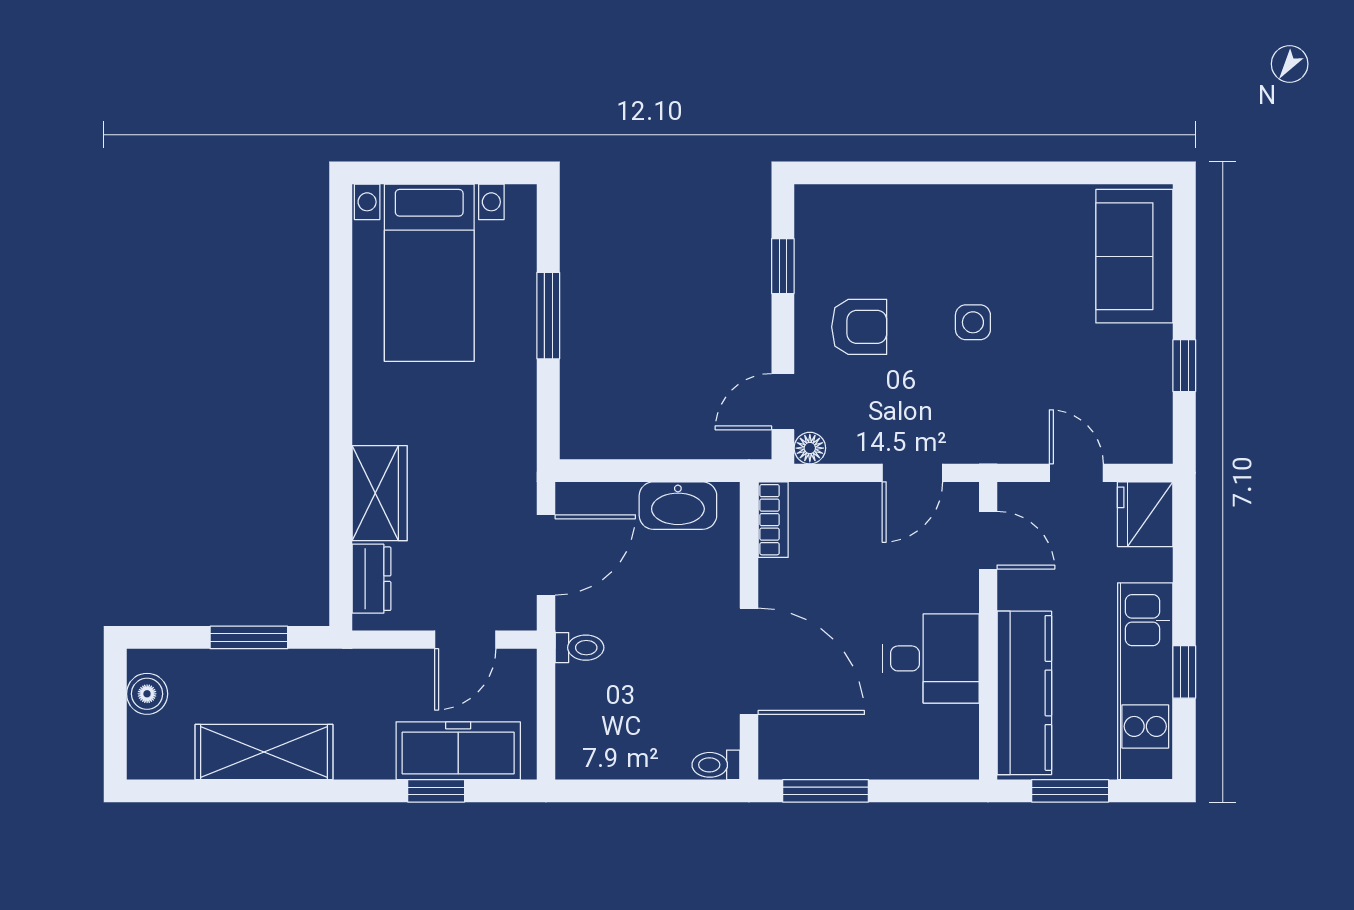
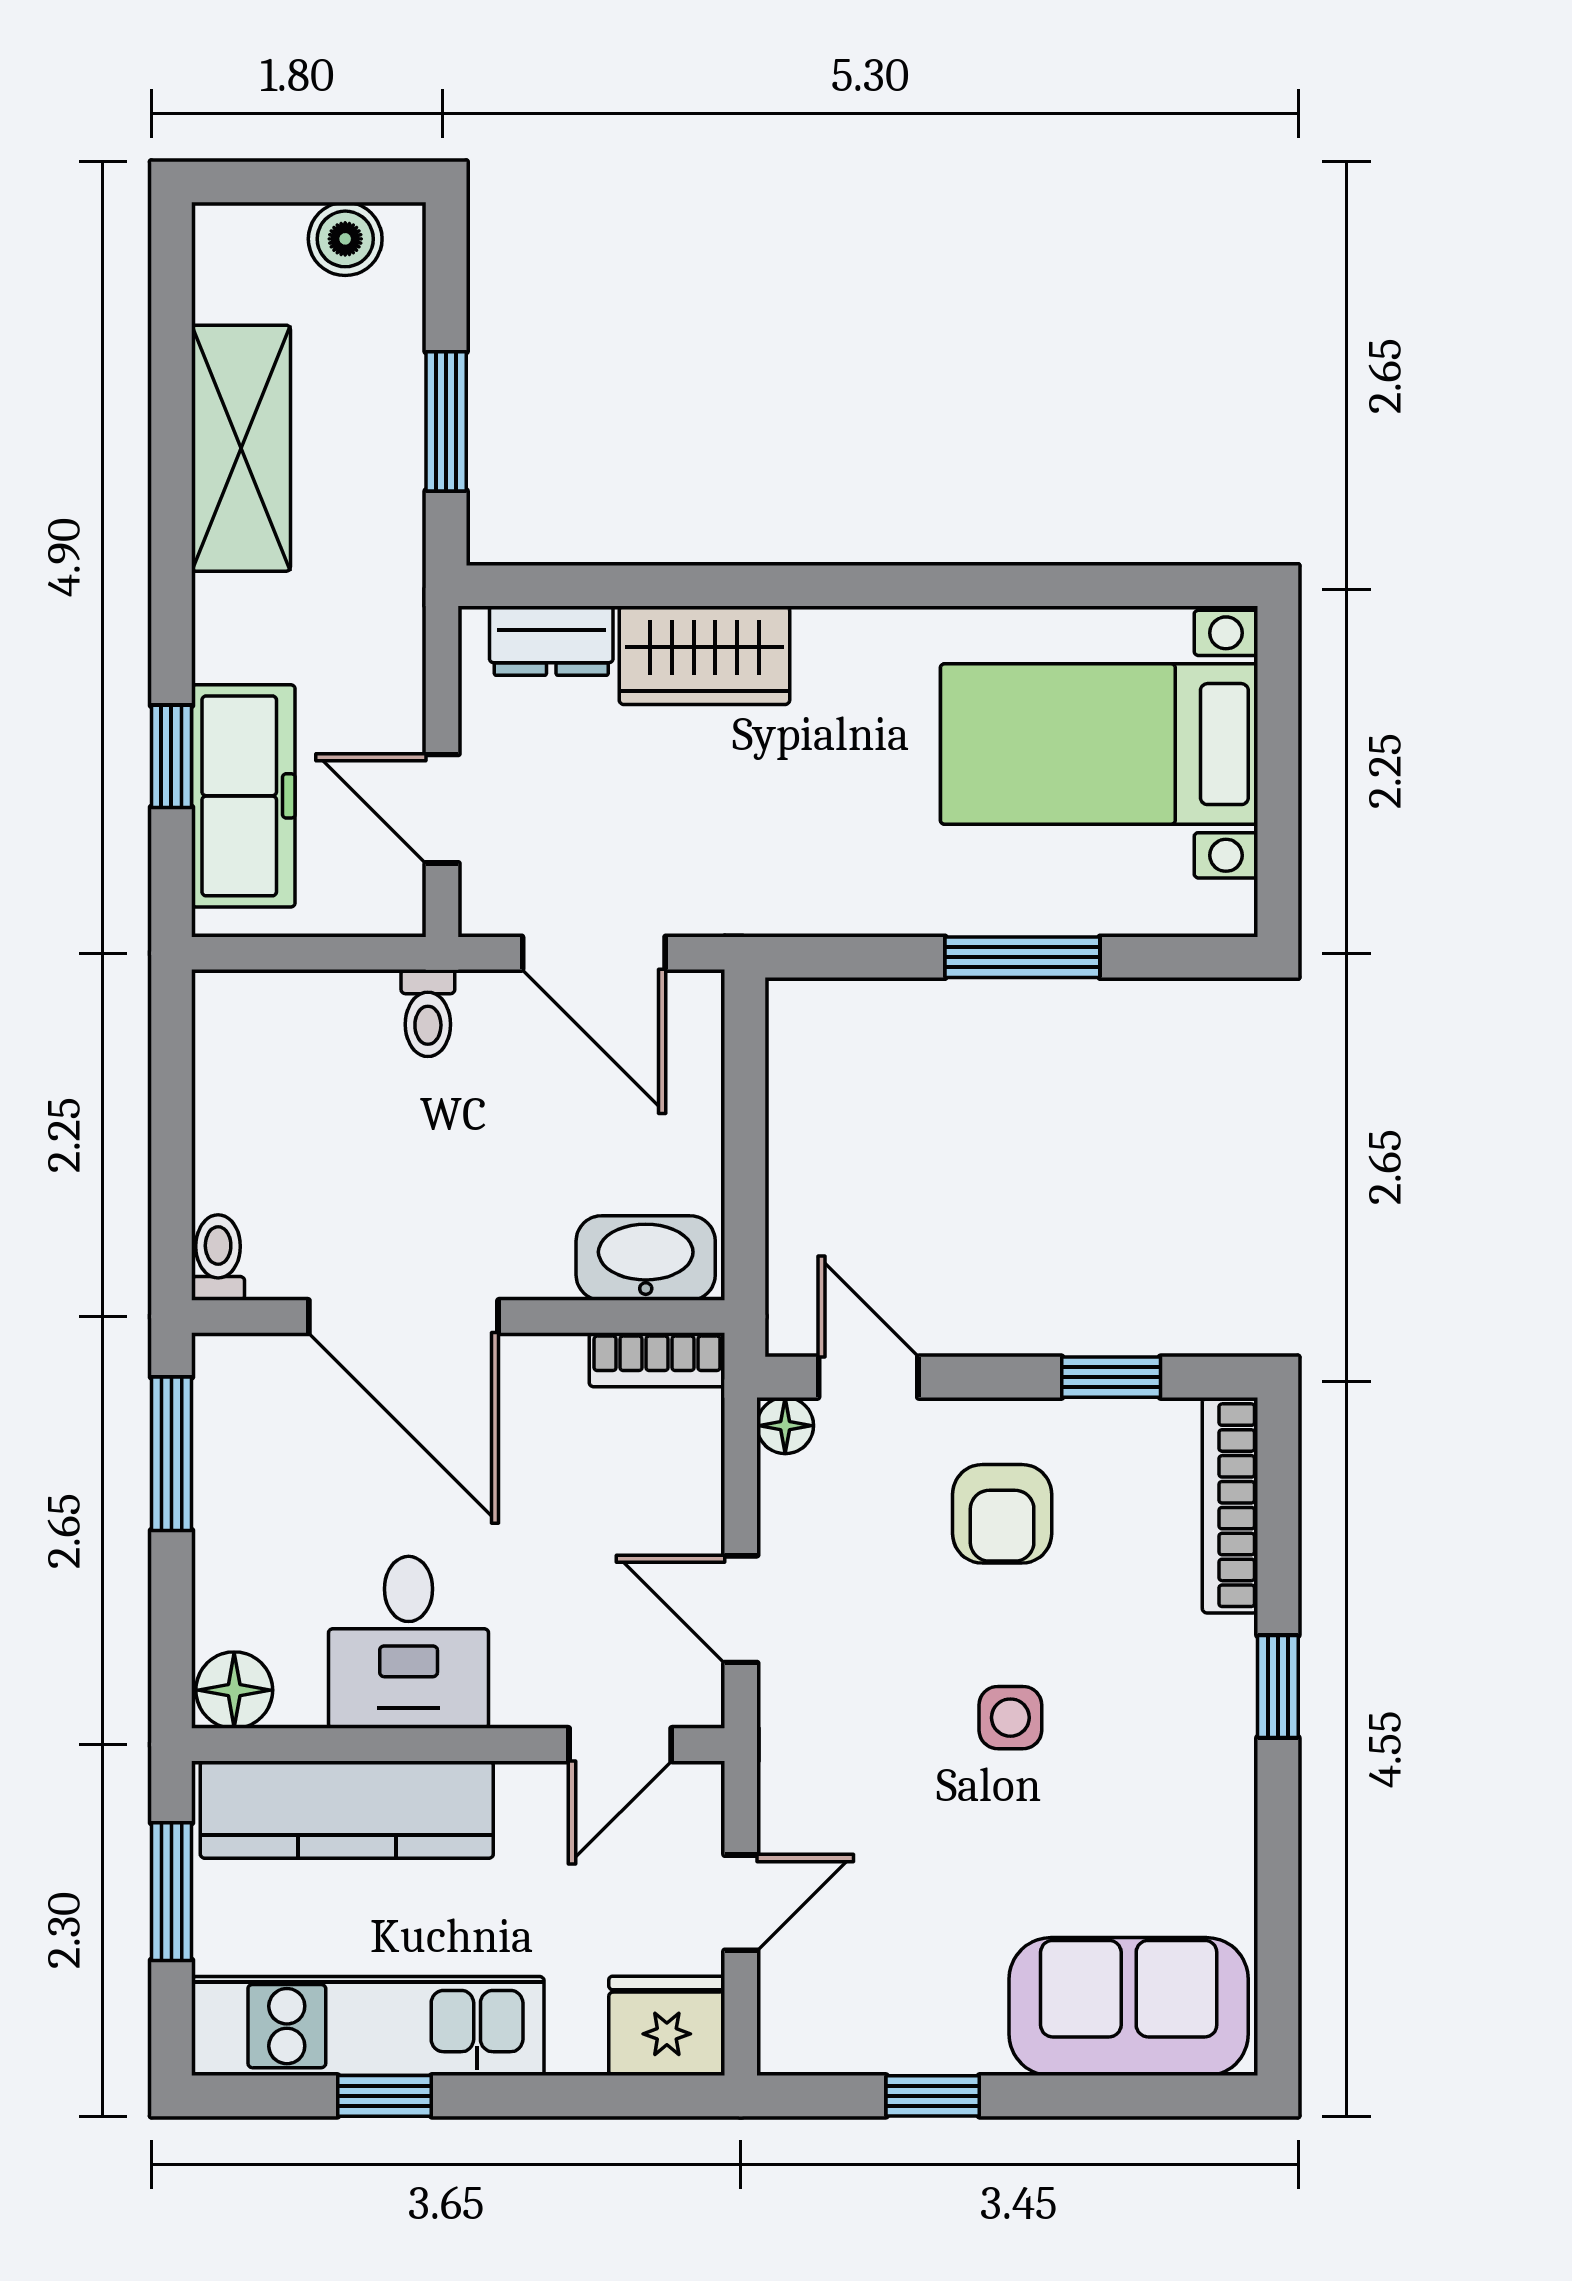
window: (956, 173) -> (1278, 1686), added
bookcase: (854, 200) -> (1230, 1505), added
washbasin: (678, 506) -> (646, 1258), moved, turned 90
door: (749, 661) -> (403, 1317), hinge flipped
floor lamp: (958, 756) -> (234, 1690), added

